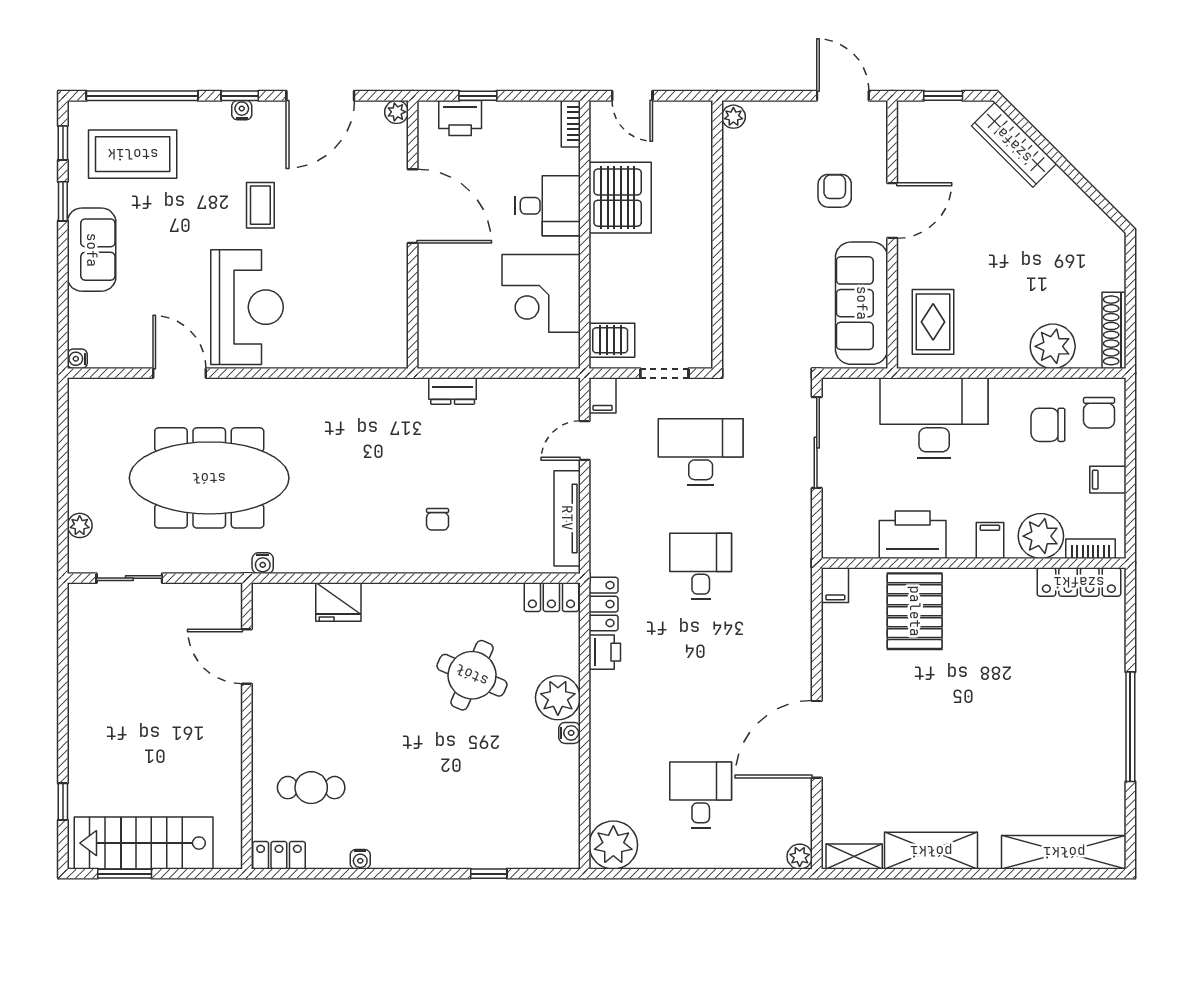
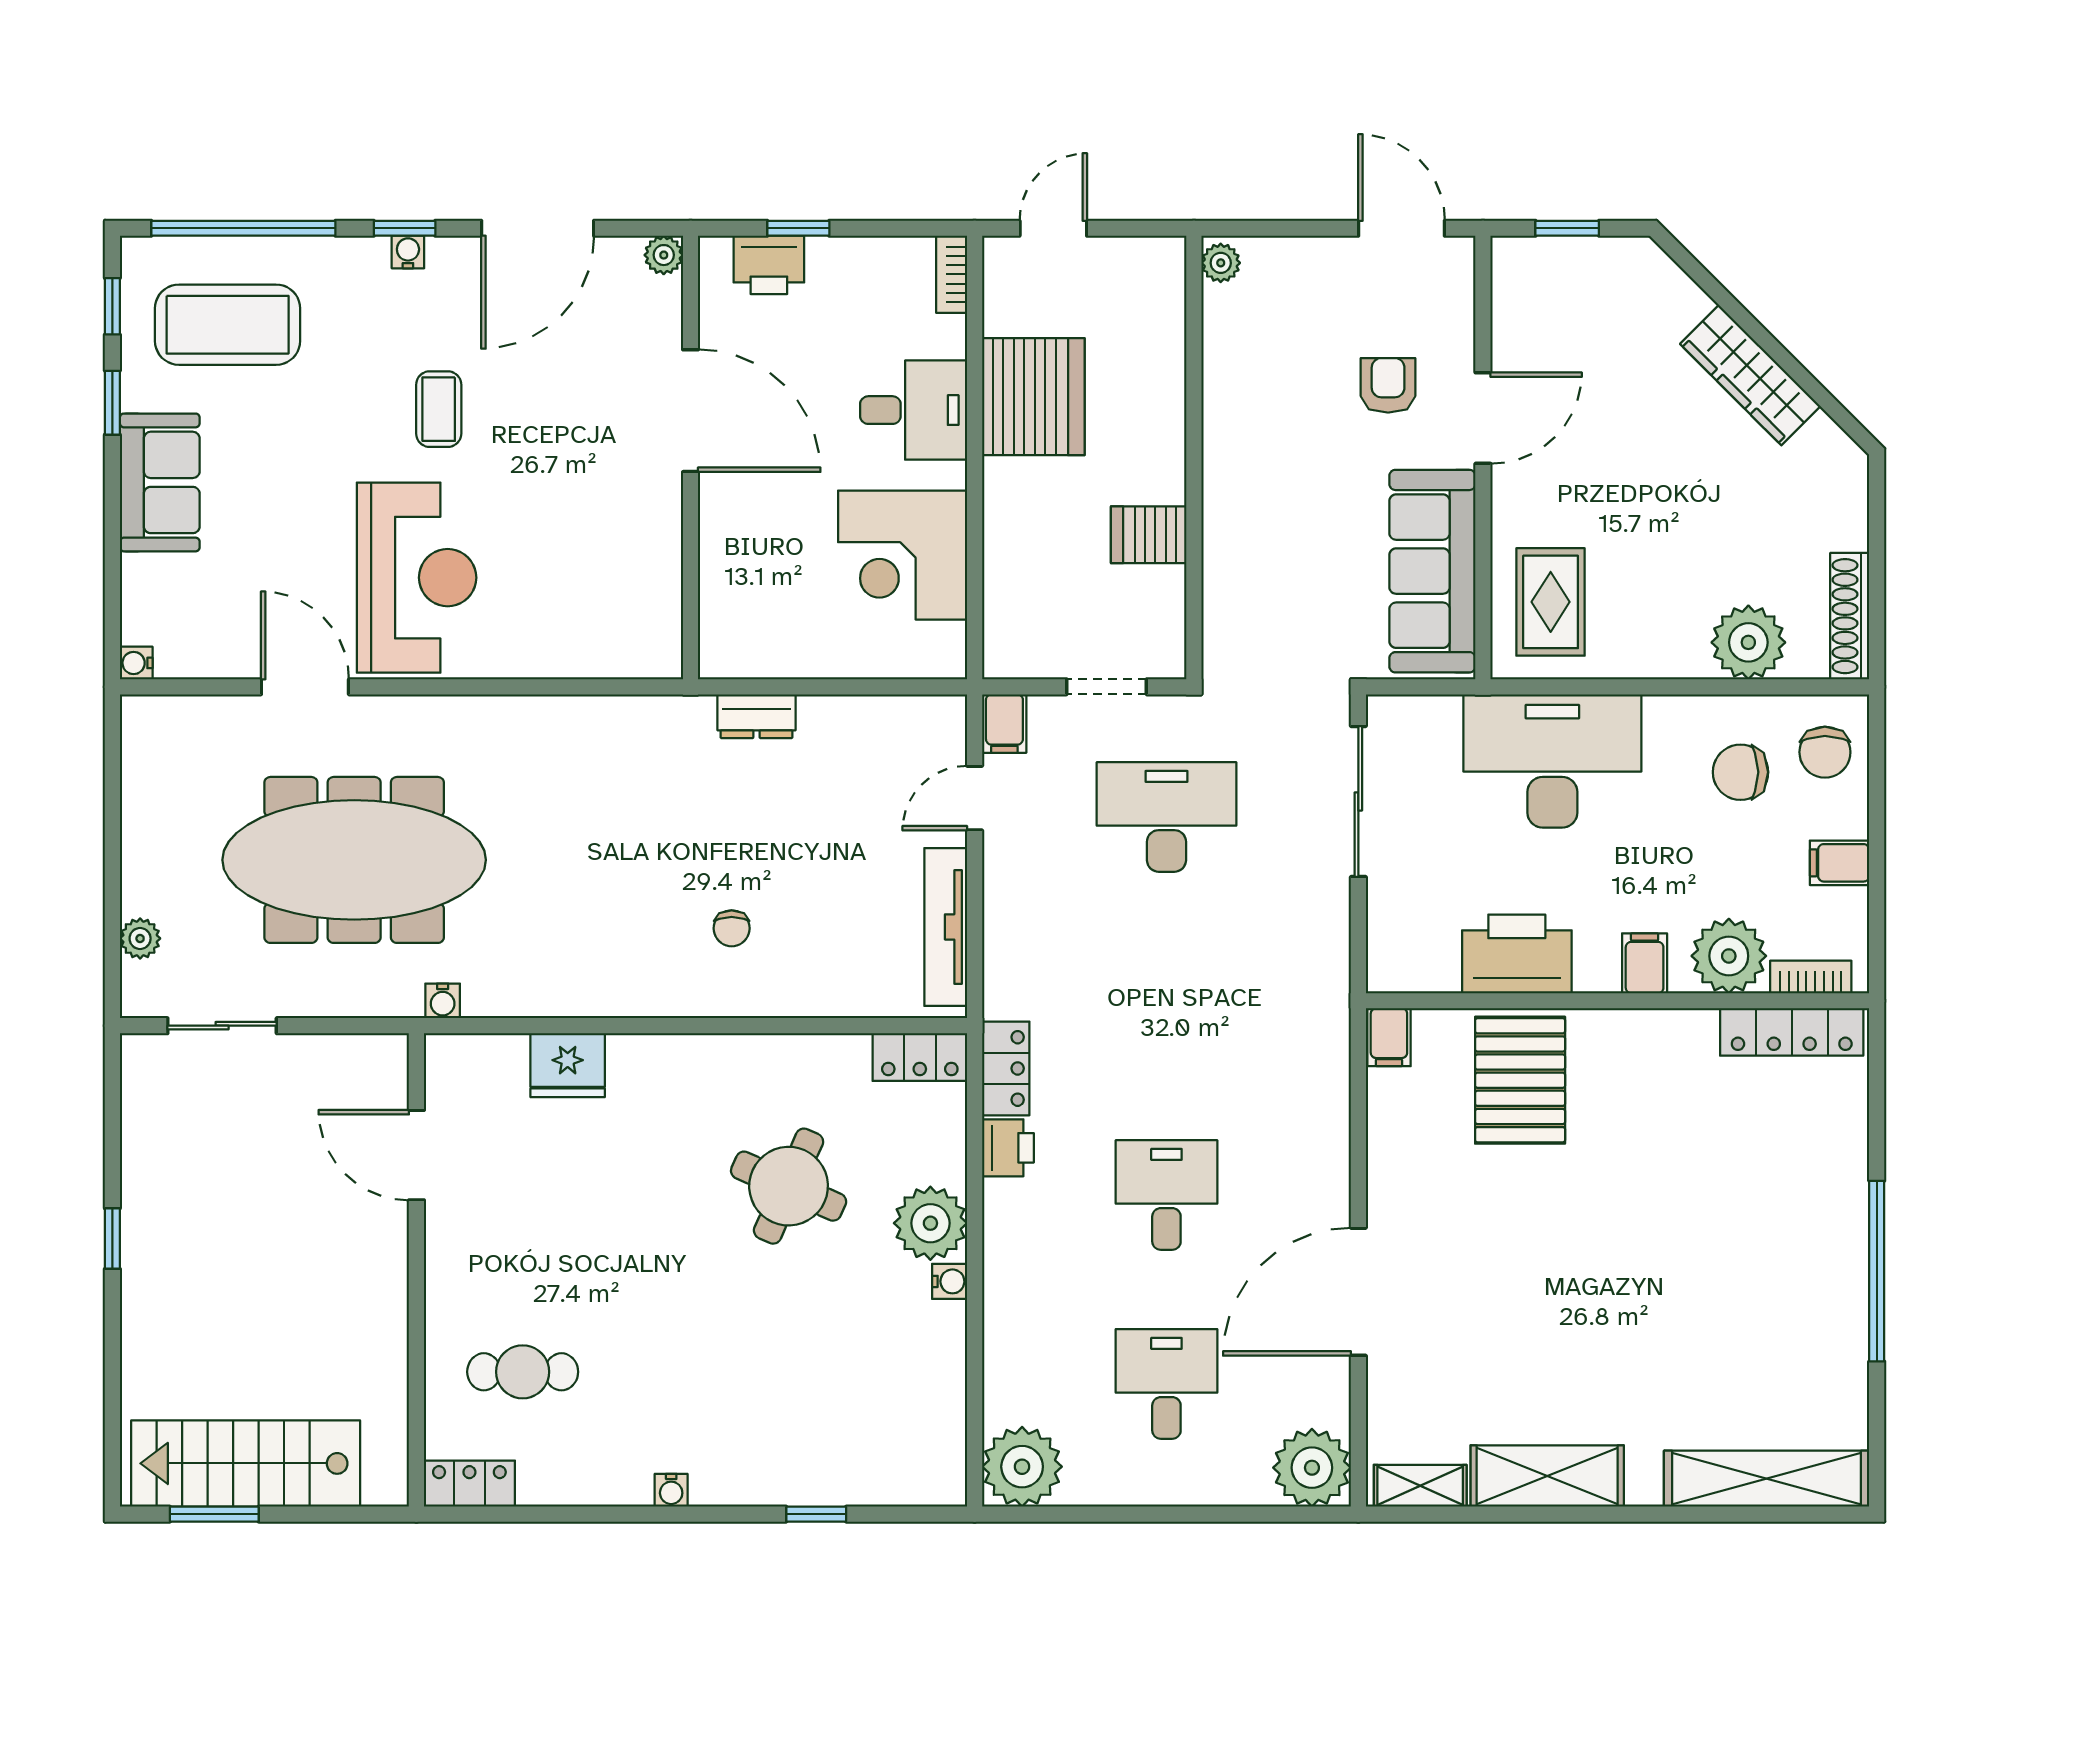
door: (632, 96) -> (1053, 228), swing flipped
wardrobe: (1014, 145) -> (1750, 375), moved
server rack: (612, 340) -> (1149, 535), moved, turned 180
desk: (701, 566) -> (1166, 1195), moved
window: (63, 802) -> (112, 1239), moved
plant: (800, 857) -> (1312, 1468), width x1.88, depth x1.88
water cooler: (360, 859) -> (671, 1490), moved

